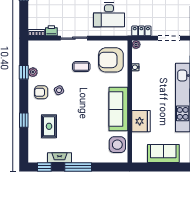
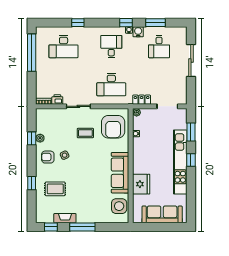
armchair: (111, 60) -> (113, 127), turned -90
rug: (49, 126) -> (55, 189), turned 90
sofa: (163, 154) -> (162, 214), width x1.36

